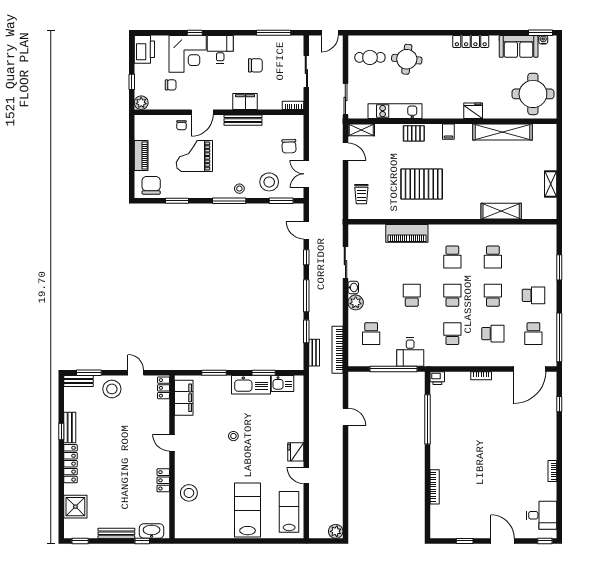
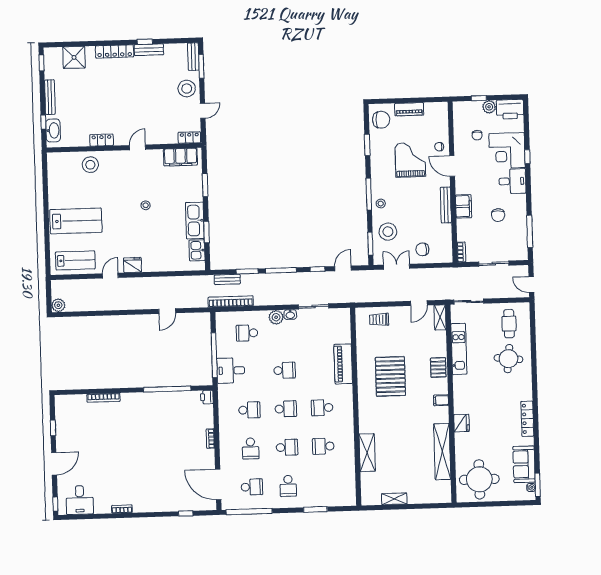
plant: (141, 103) -> (489, 107), moved
school desk: (533, 334) -> (252, 487), turned 180

